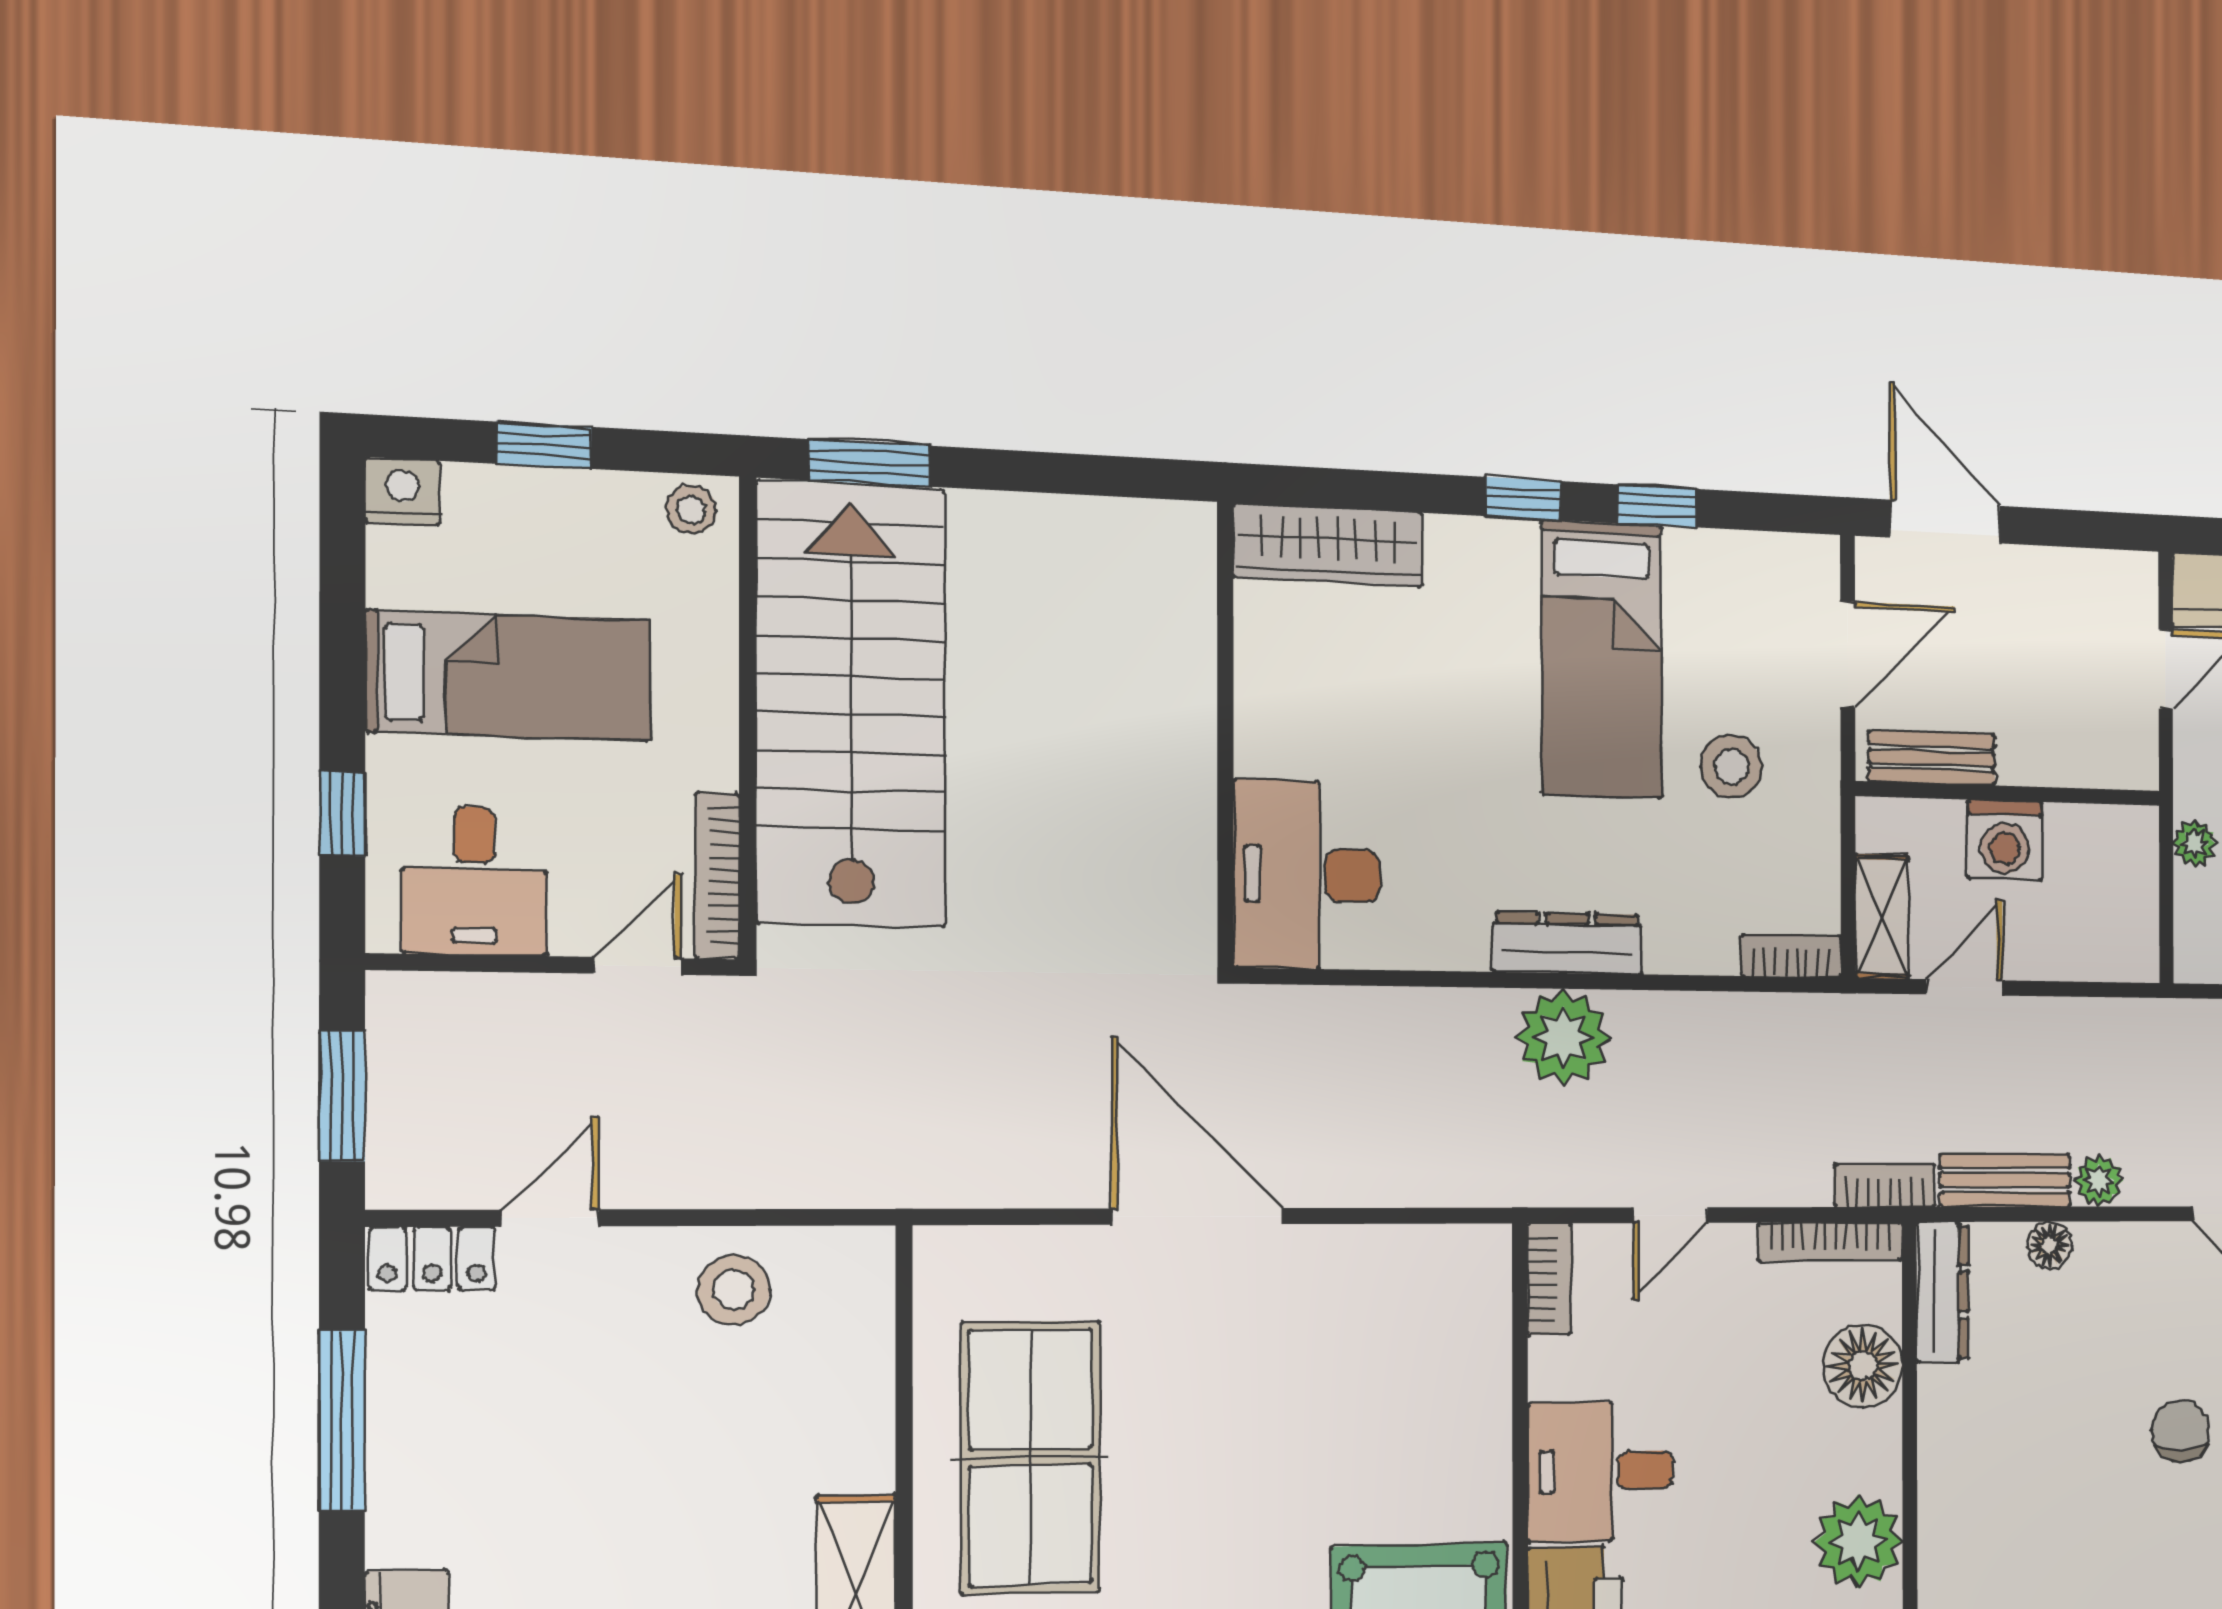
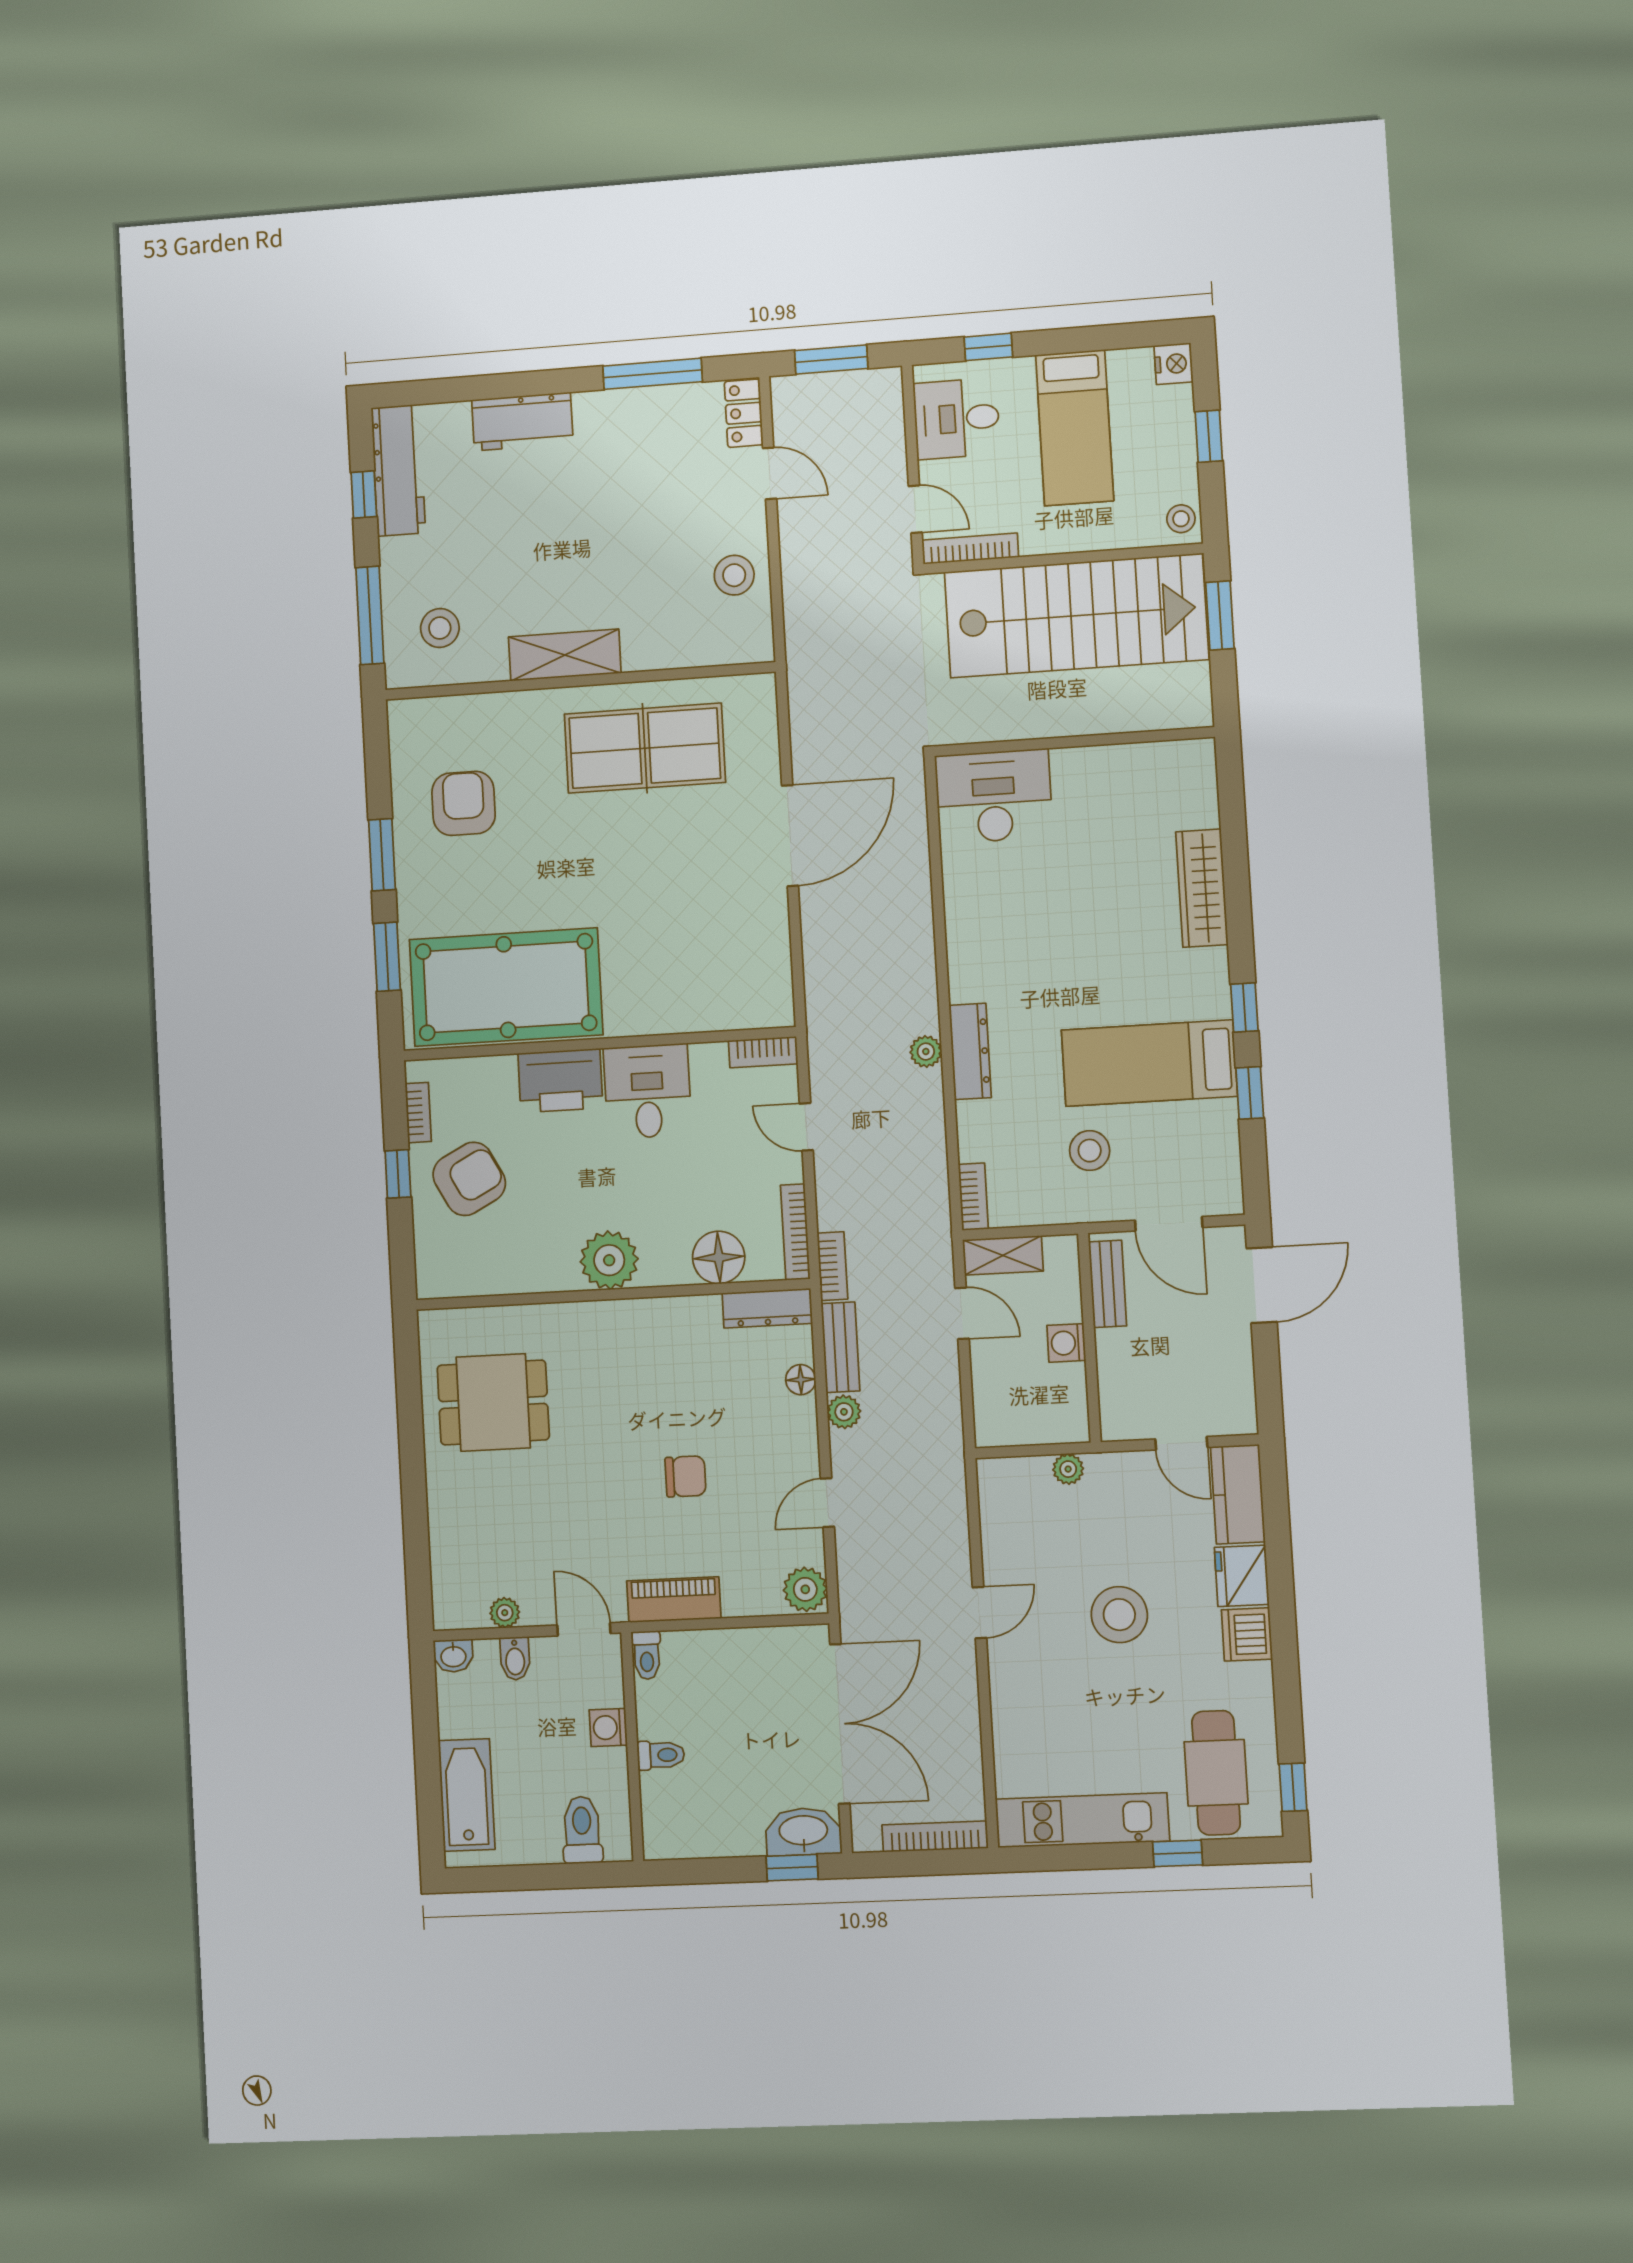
wall: (1225, 735) -> (1074, 742), moved
washing machine: (2005, 840) -> (1066, 1343), width x0.73, depth x0.73
desk: (1307, 875) -> (994, 796), moved
plant: (1563, 1037) -> (926, 1052), width x0.53, depth x0.53

